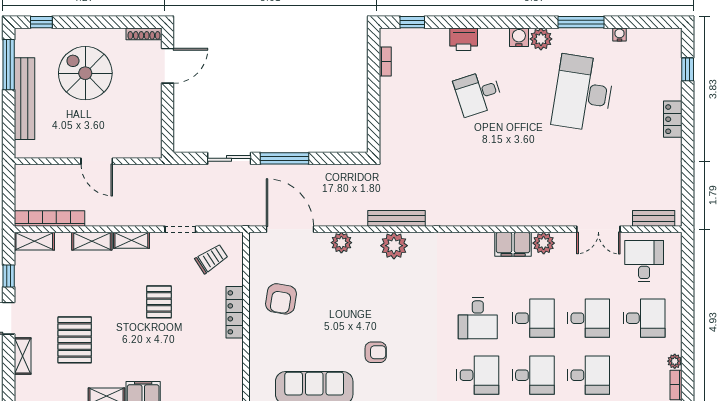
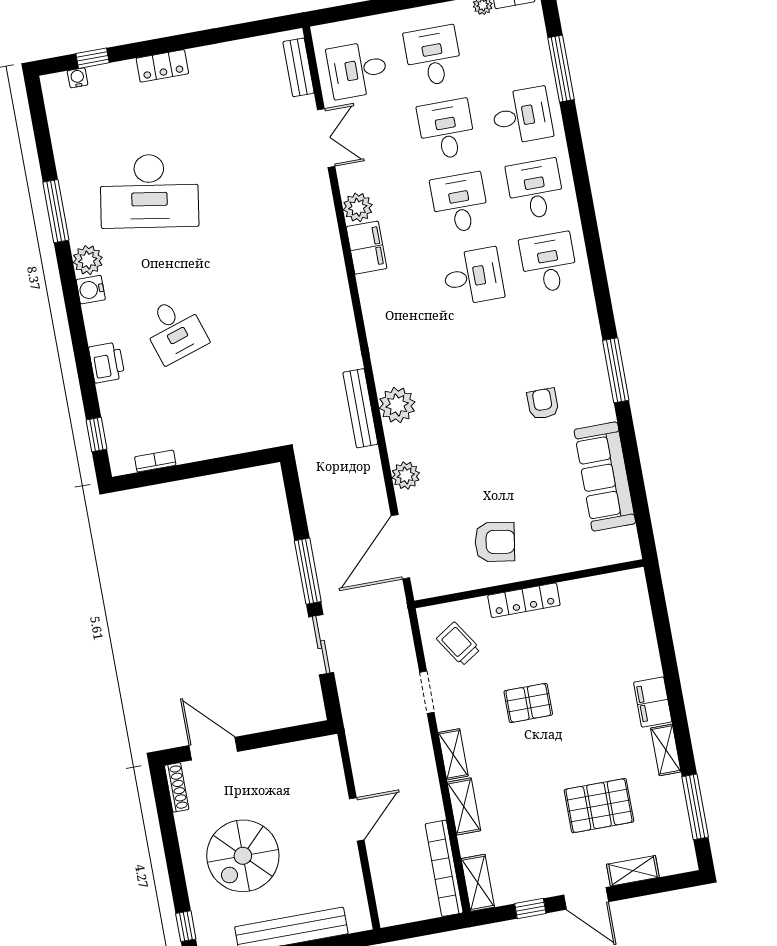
water cooler: (620, 34) -> (78, 78), moved, turned 90
desk: (589, 375) -> (522, 116), turned 90

